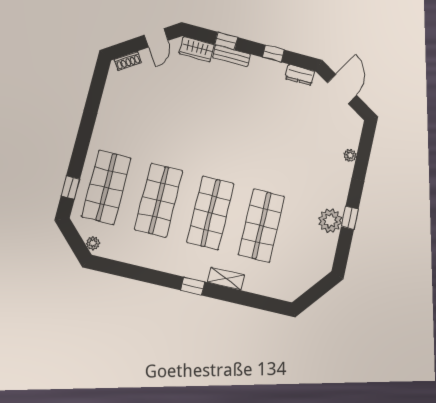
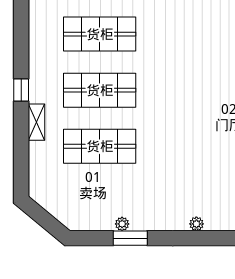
window: (350, 218) -> (130, 238), width x1.50
plant: (330, 221) -> (122, 224), width x0.53, depth x0.53

